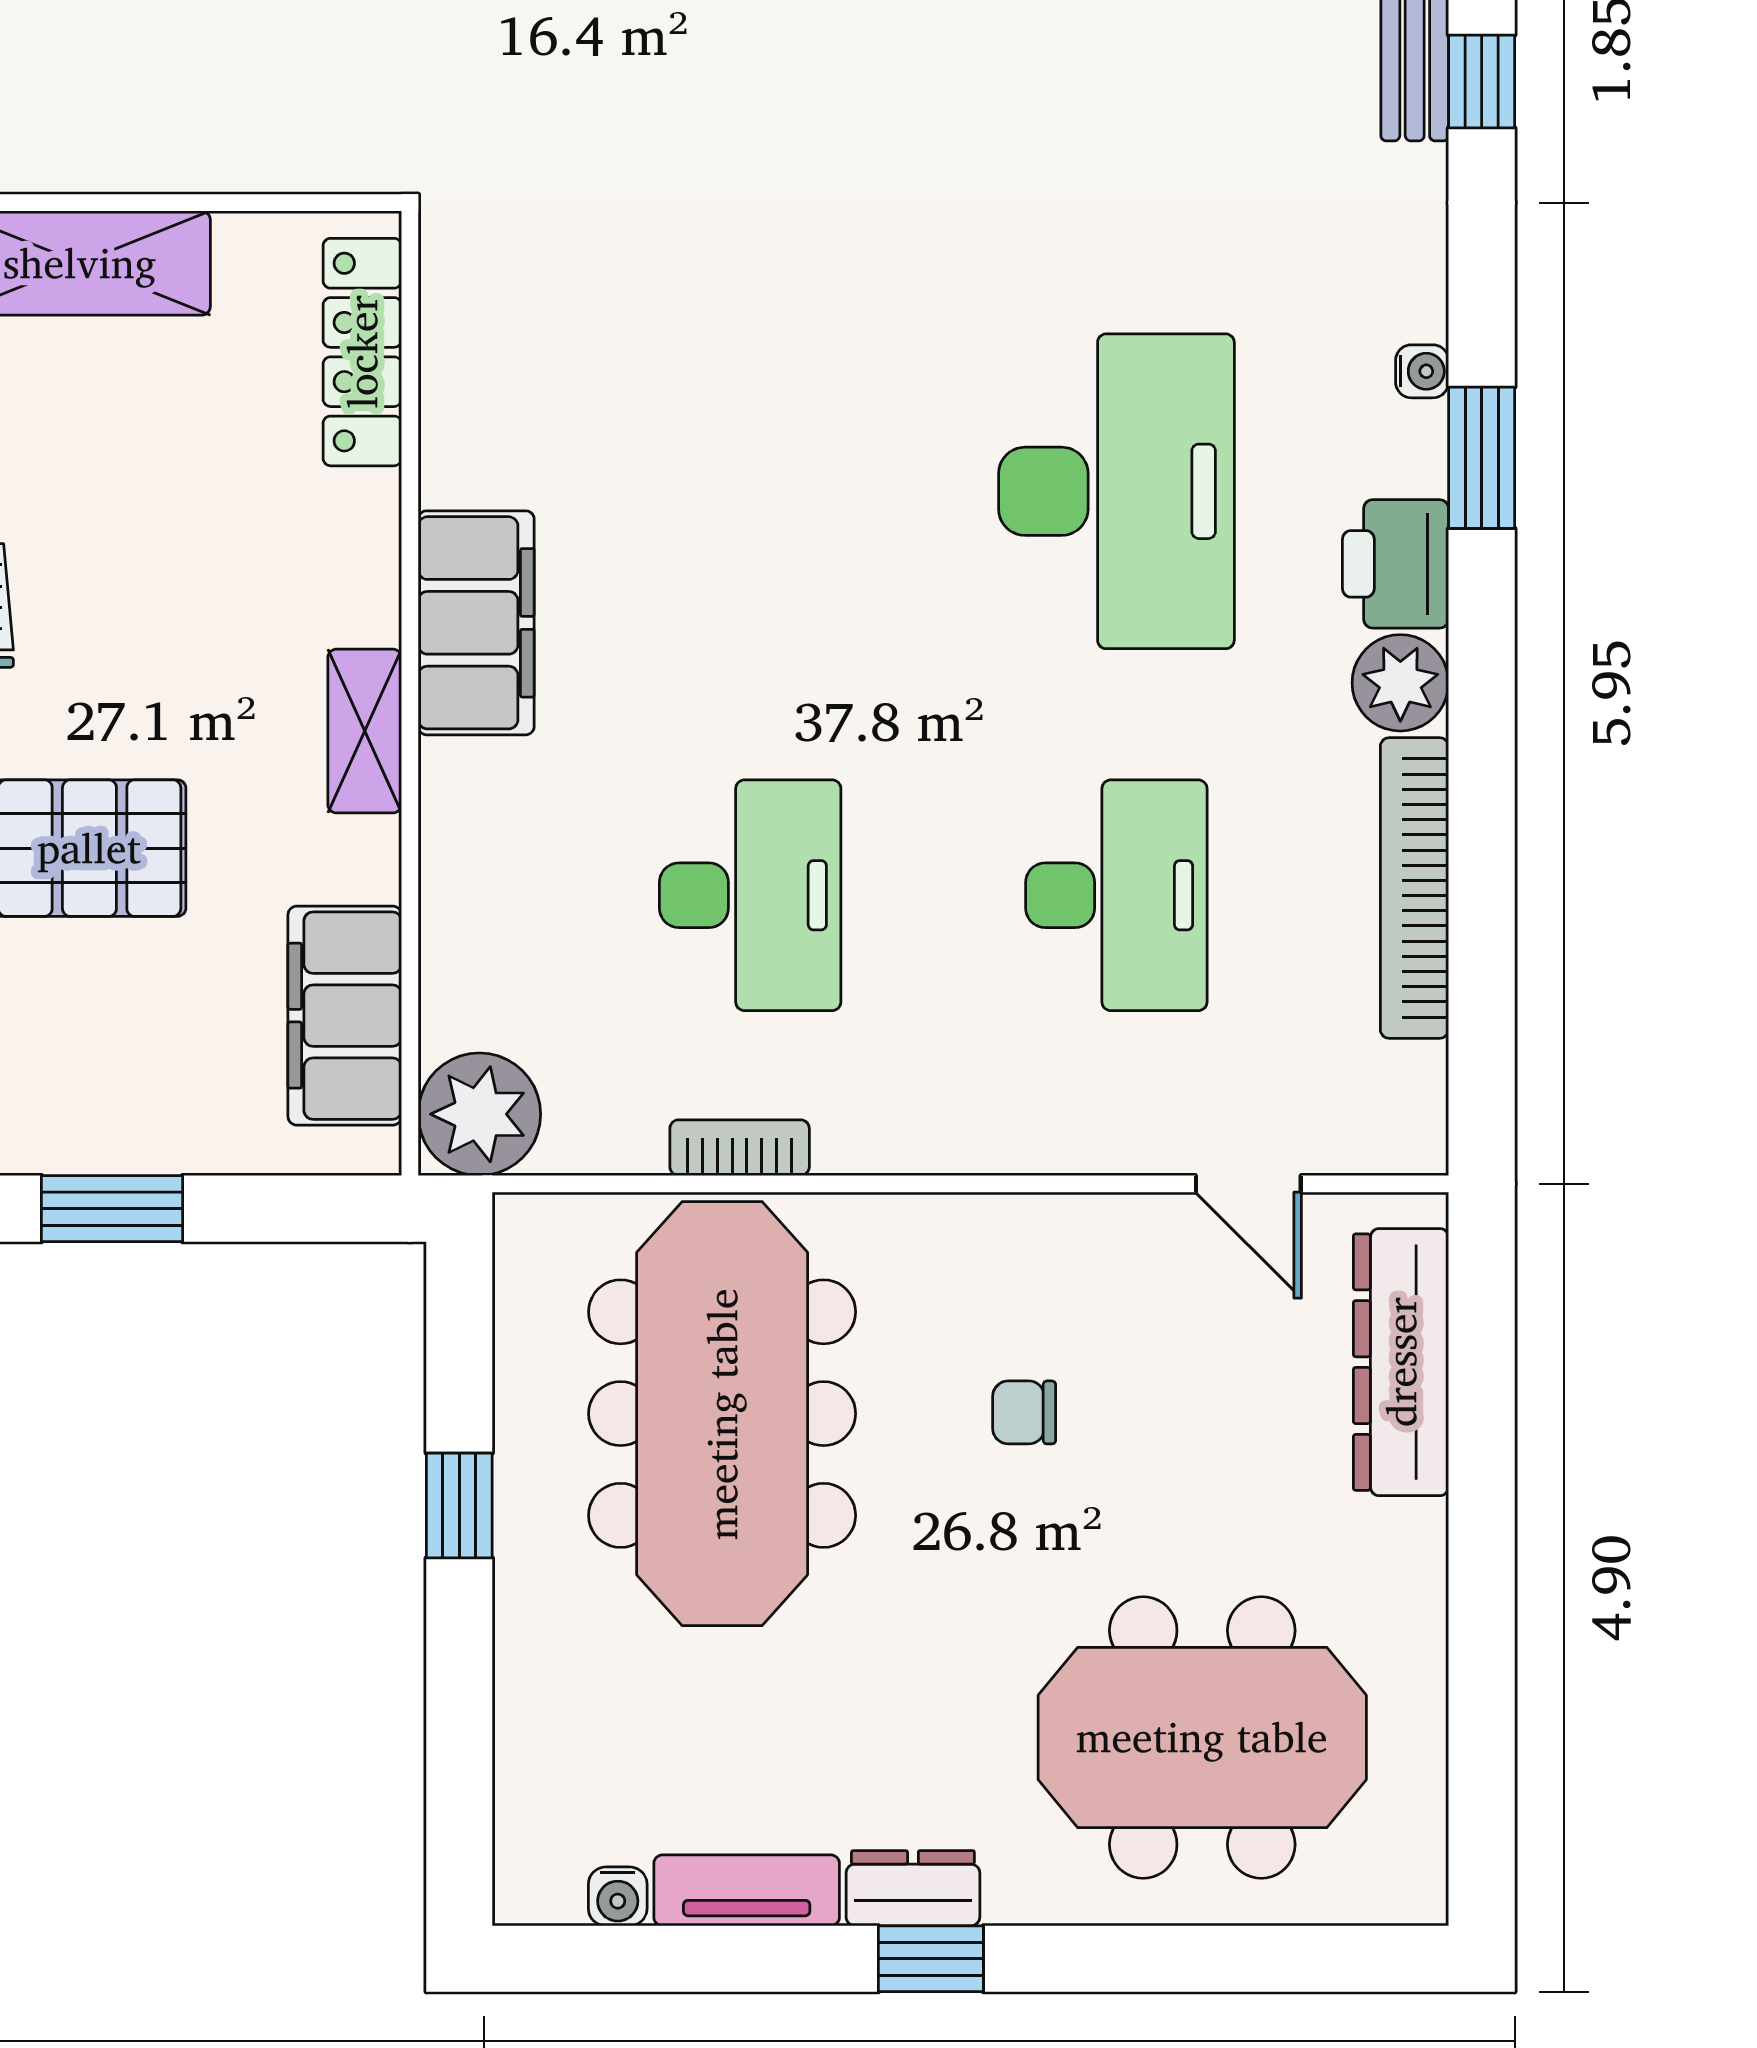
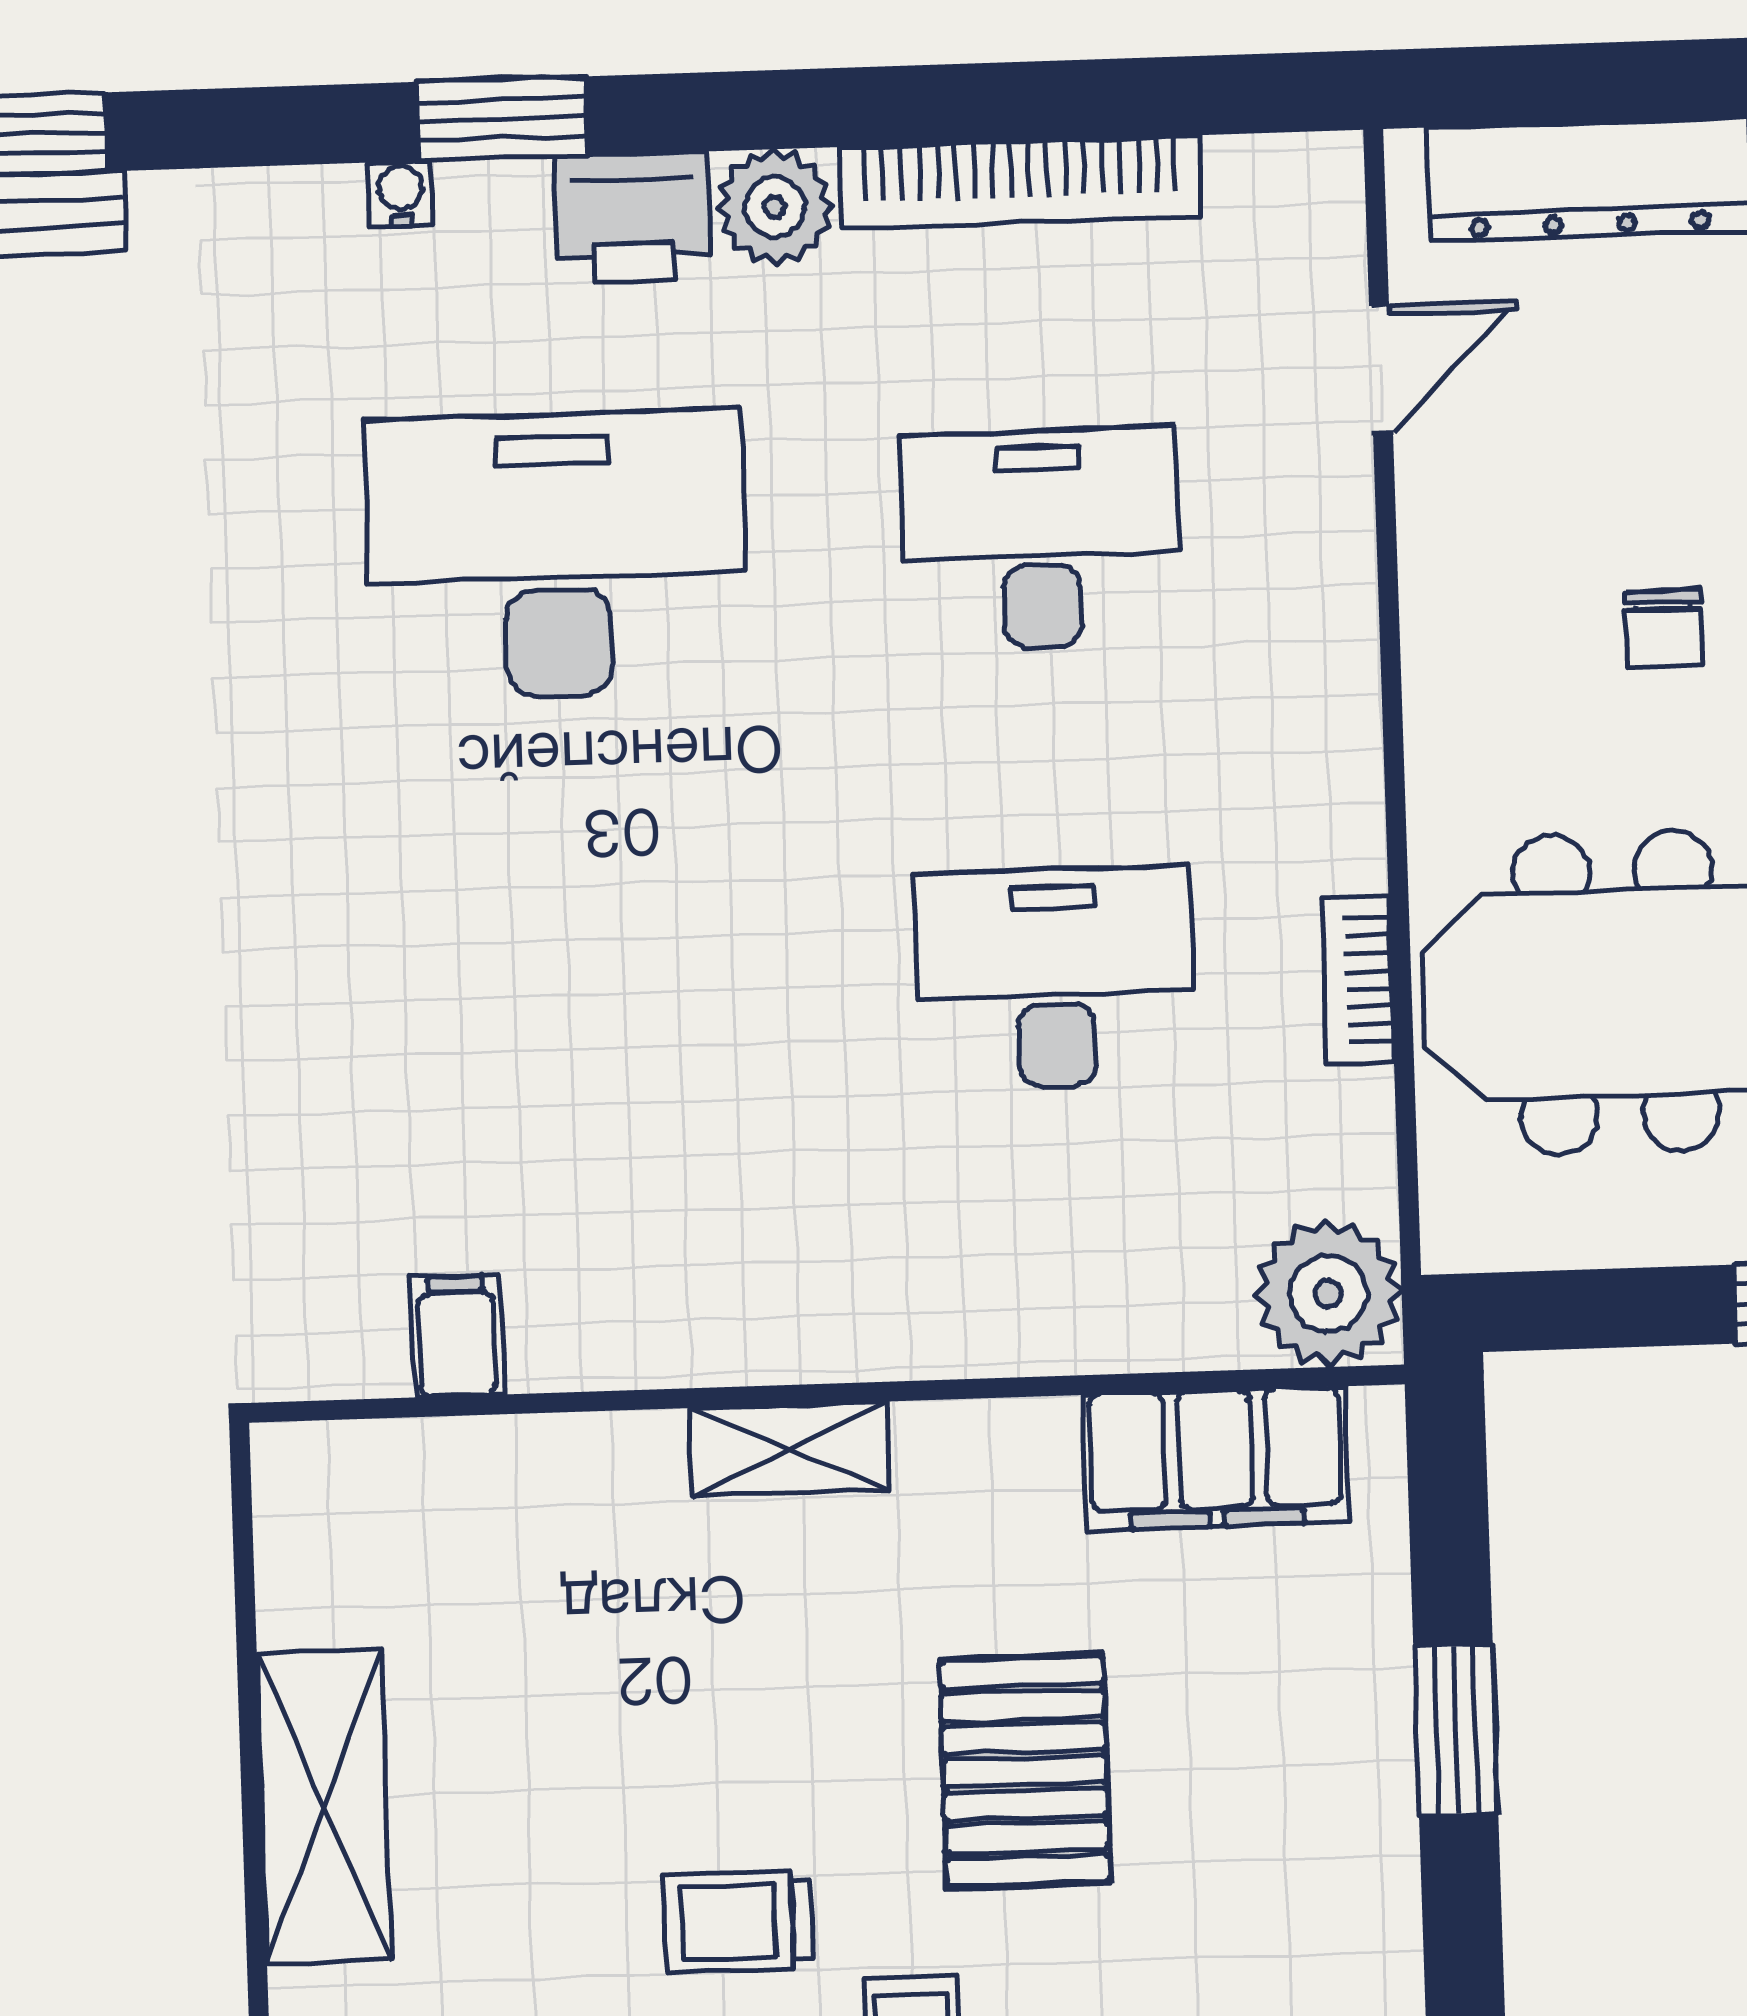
locker: (362, 352) -> (420, 1464), removed
filing cabinet: (476, 623) -> (457, 1336), moved, width x0.33, depth x0.86
shelving: (365, 731) -> (789, 1449), moved

